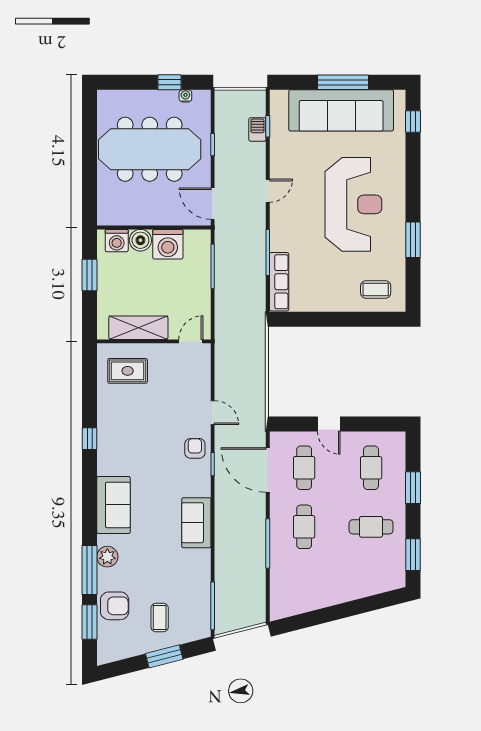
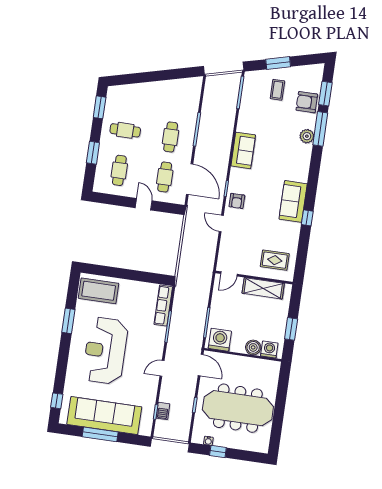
washing machine: (168, 244) -> (220, 340), moved
coffee table: (376, 289) -> (99, 291), width x1.86, depth x1.72
sofa: (113, 505) -> (293, 201), moved

